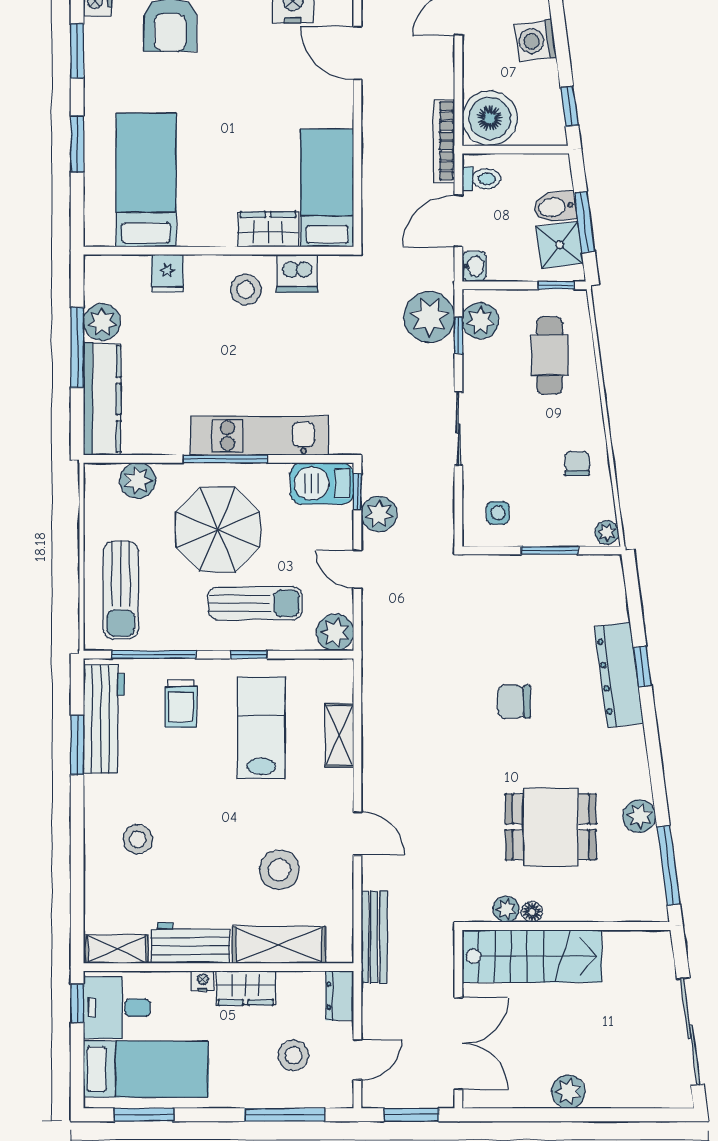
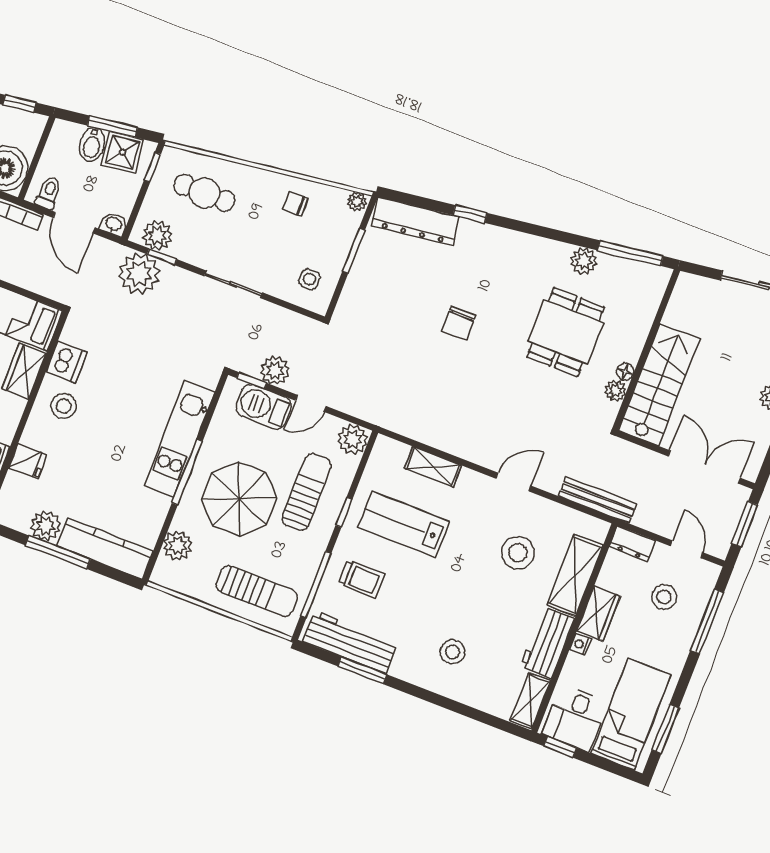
barbecue: (322, 483) -> (264, 407), moved, turned 90
dresser: (619, 675) -> (415, 221), moved

